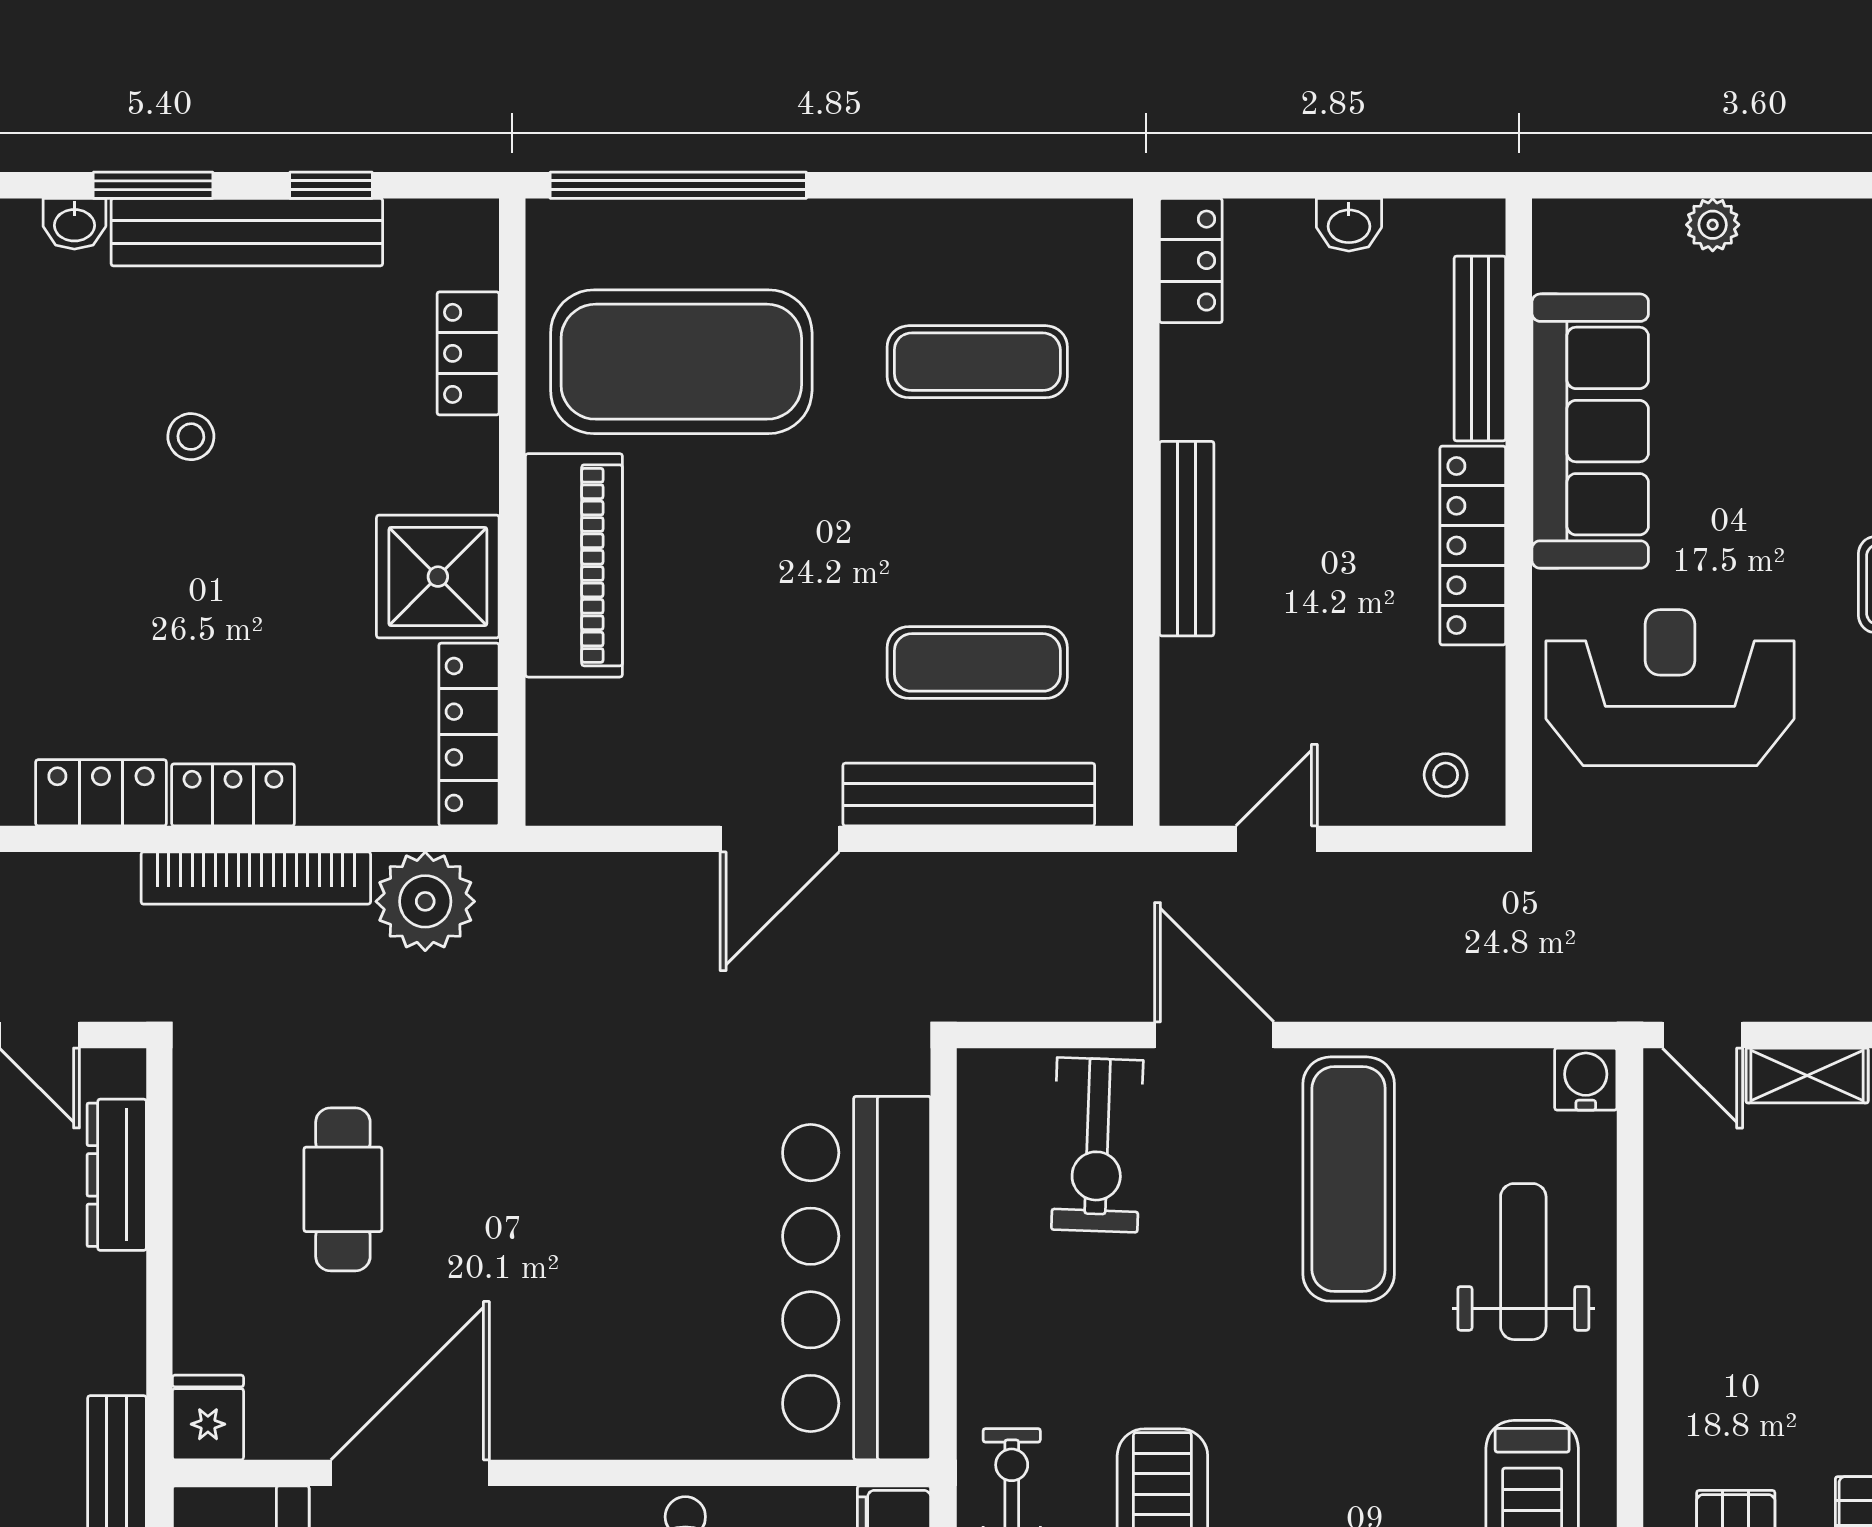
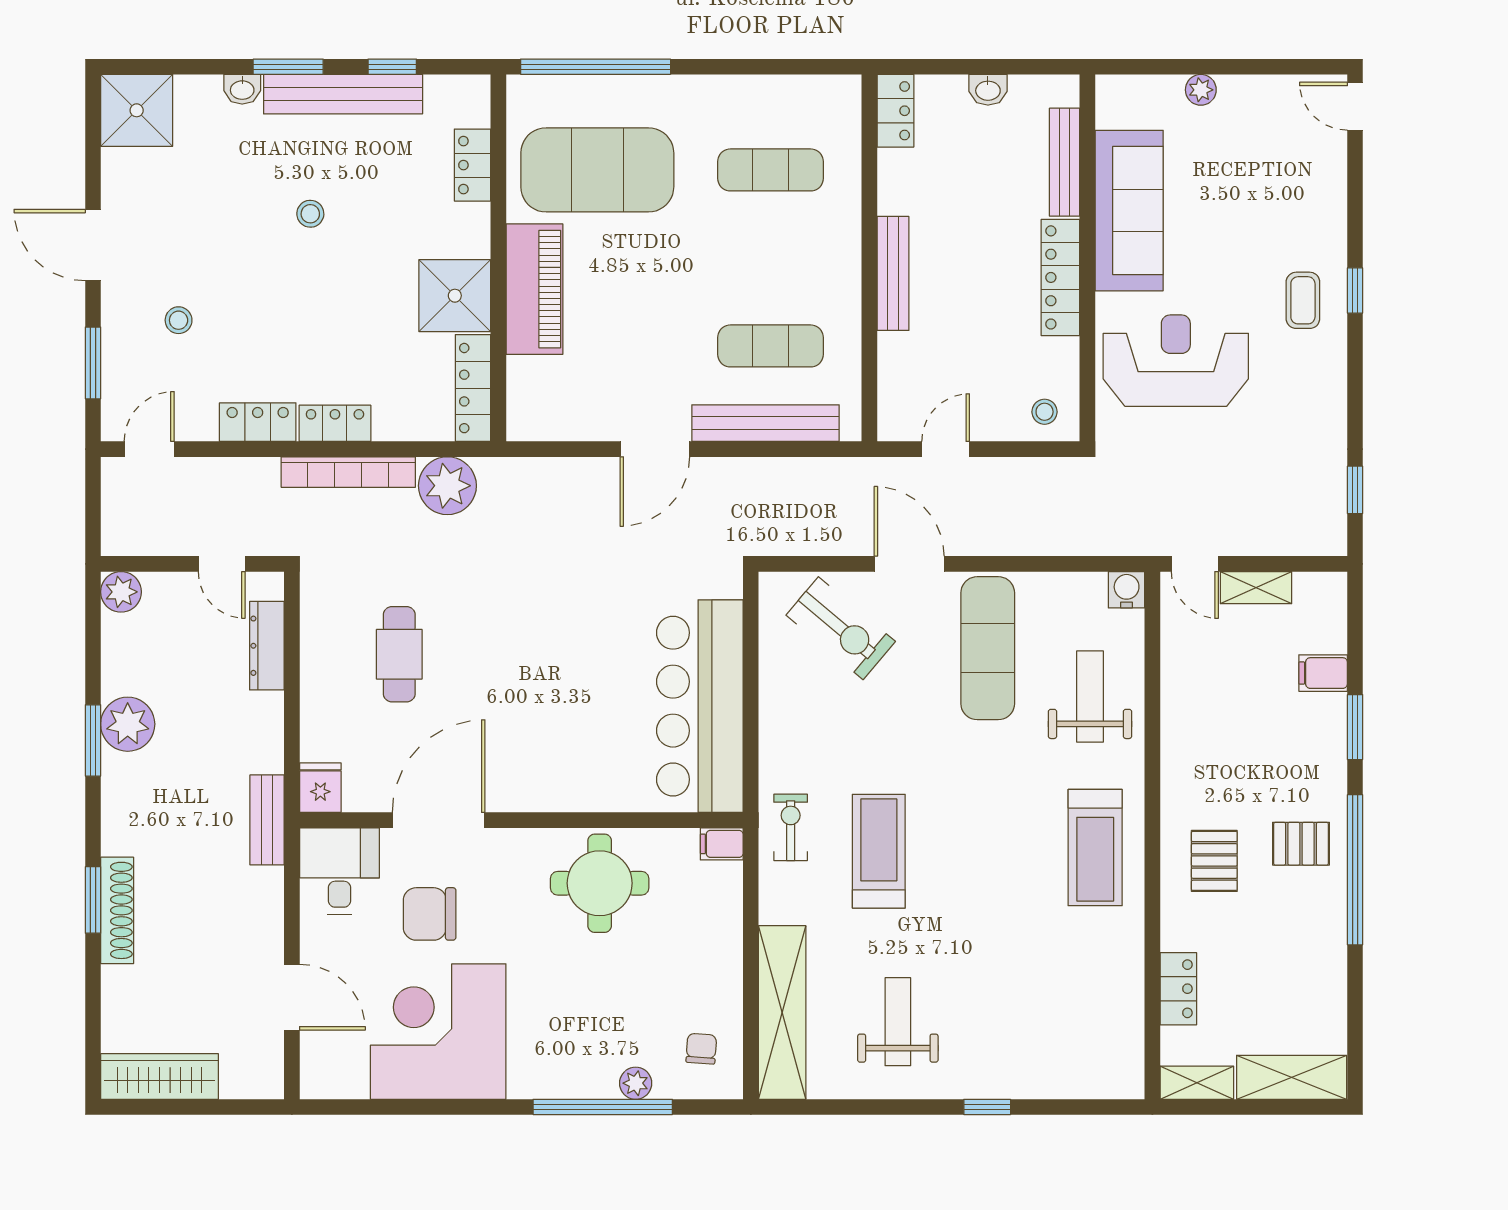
exercise bike: (1097, 1145) -> (841, 628), turned -52

